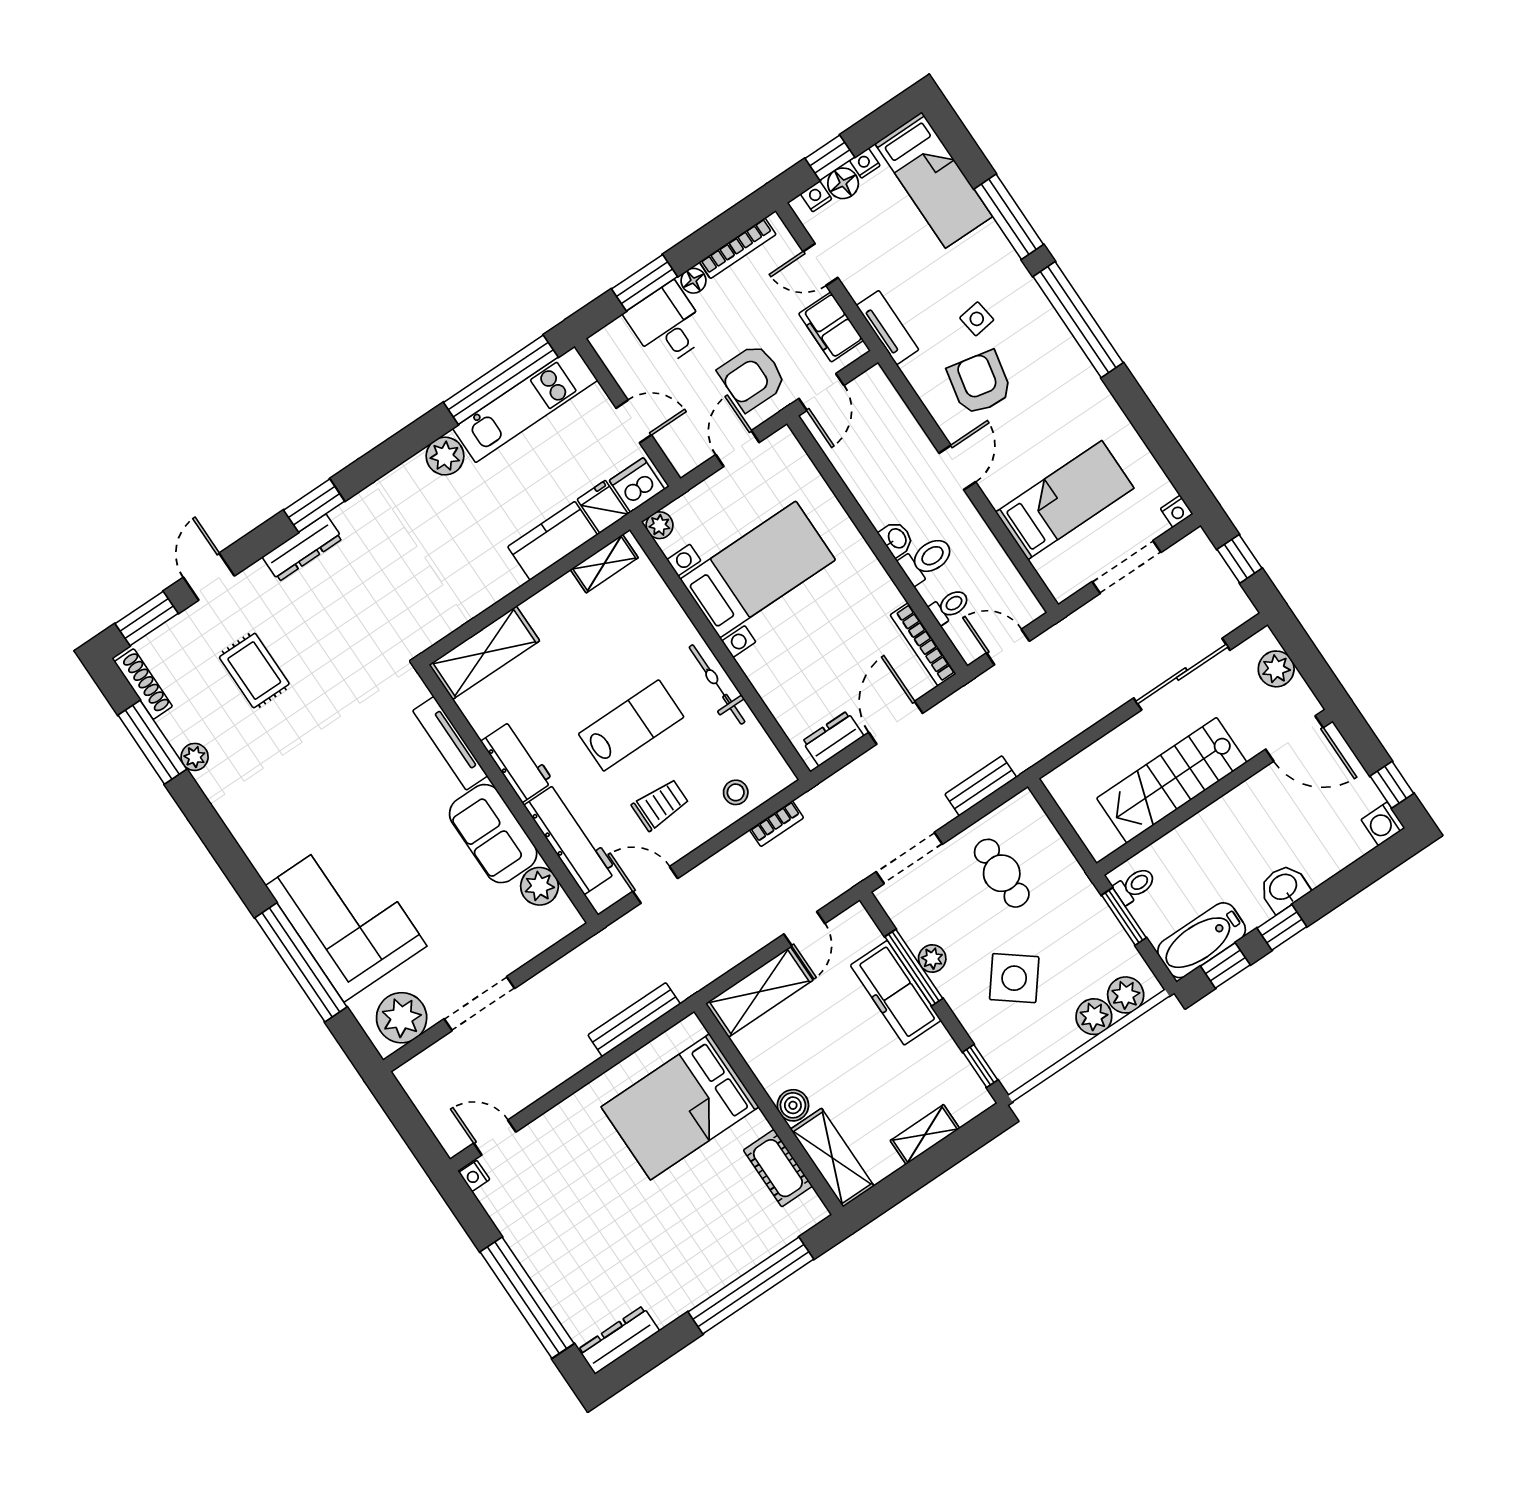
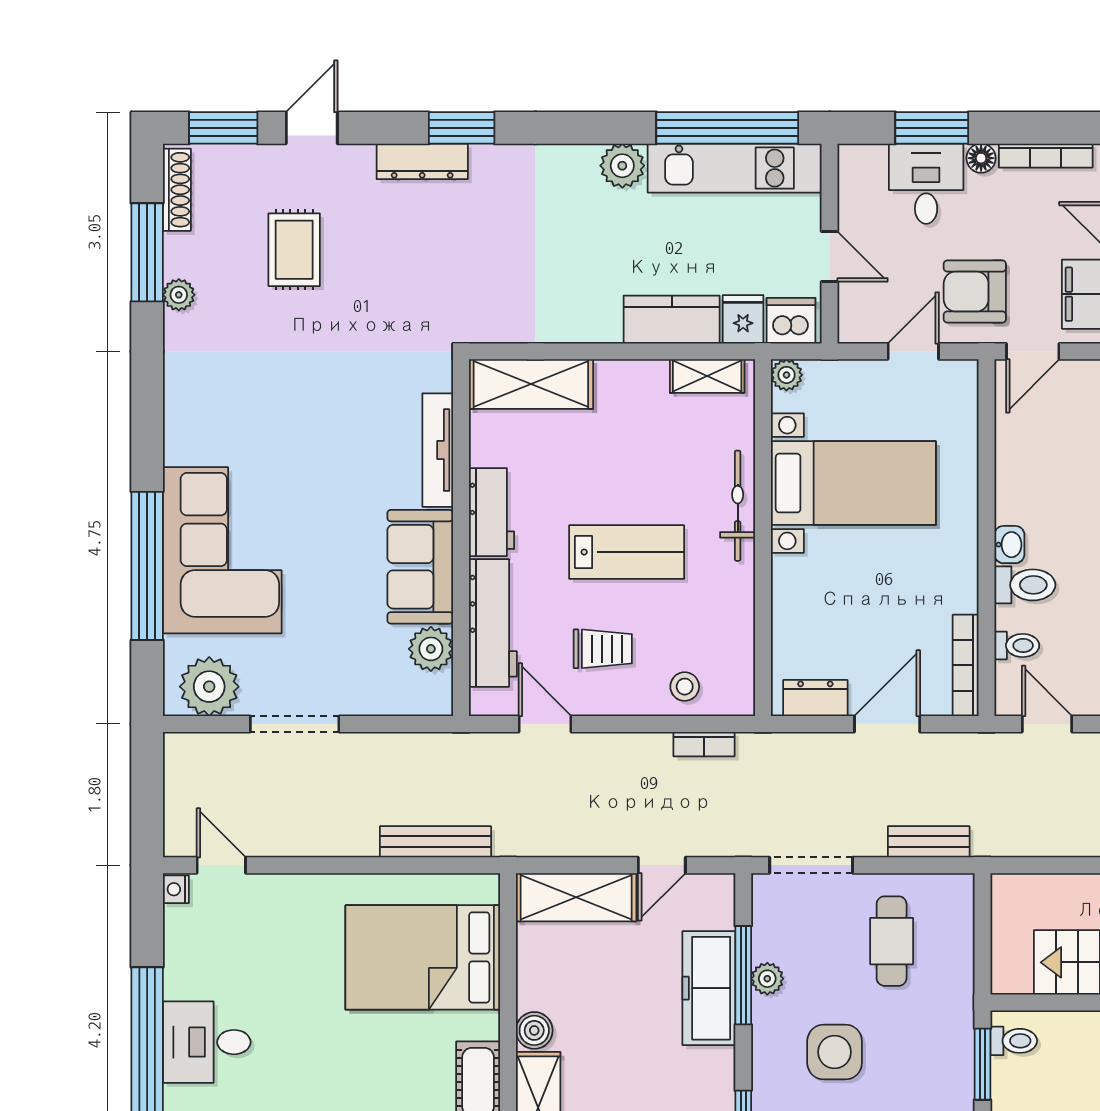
bicycle: (717, 684) -> (738, 506), moved
side table: (1014, 978) -> (835, 1052), turned -38
desk: (568, 1269) -> (207, 1042), added

